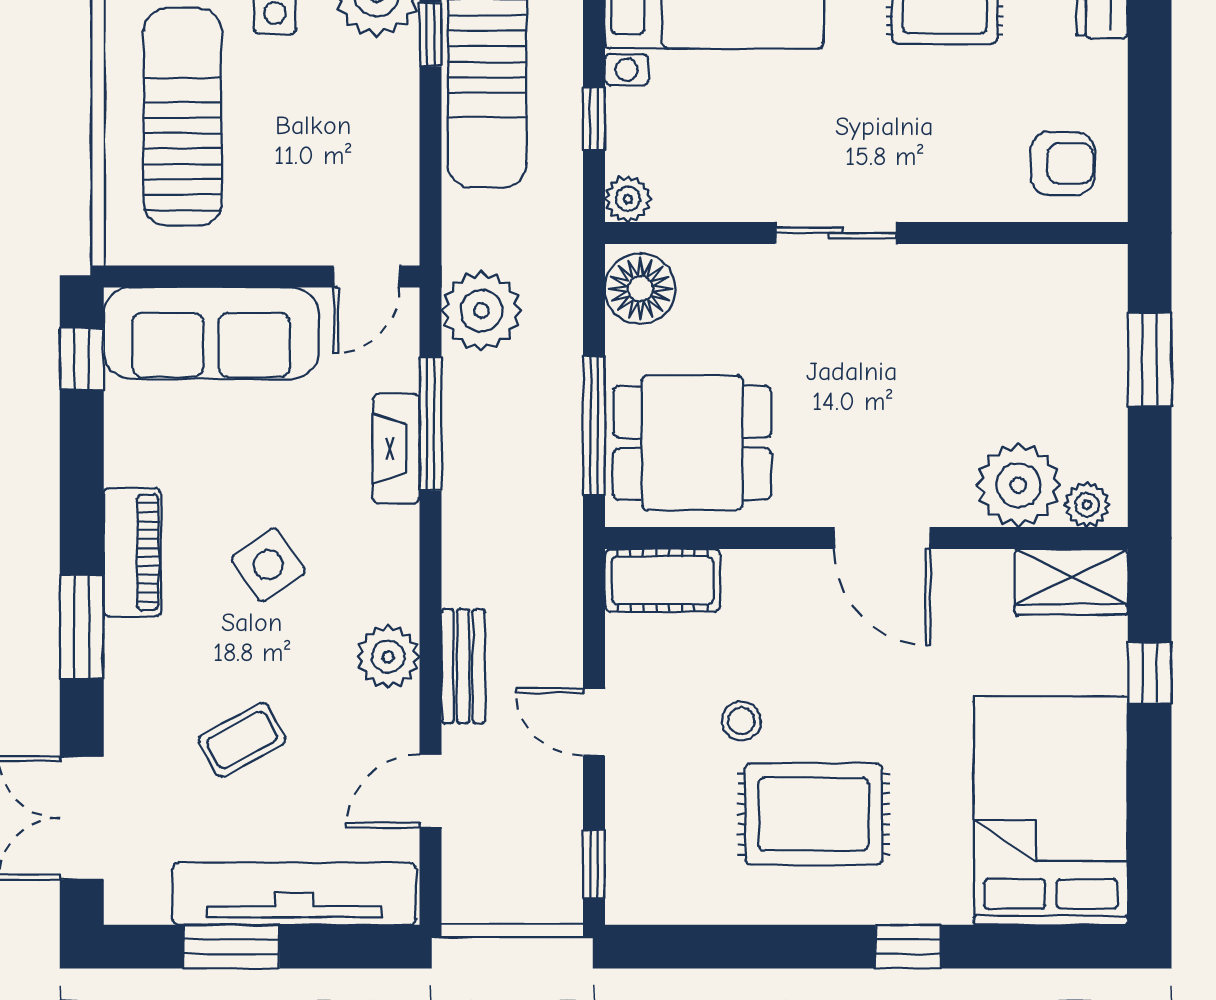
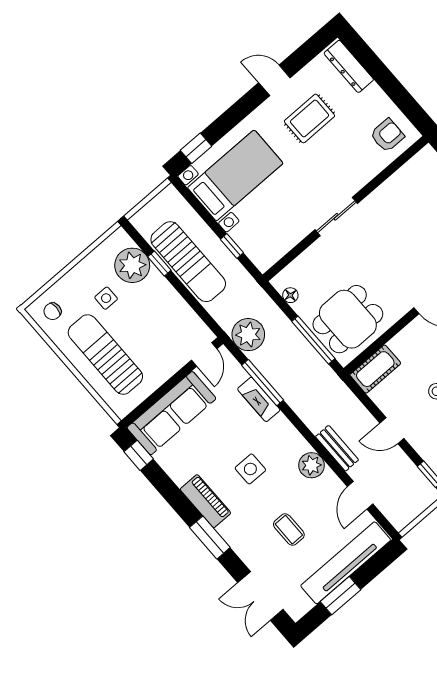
plant: (628, 199) -> (263, 261), removed
floor lamp: (640, 289) -> (290, 295), width x0.53, depth x0.53
side table: (268, 565) -> (250, 469), turned 35
coffee table: (242, 740) -> (289, 530), turned -62

